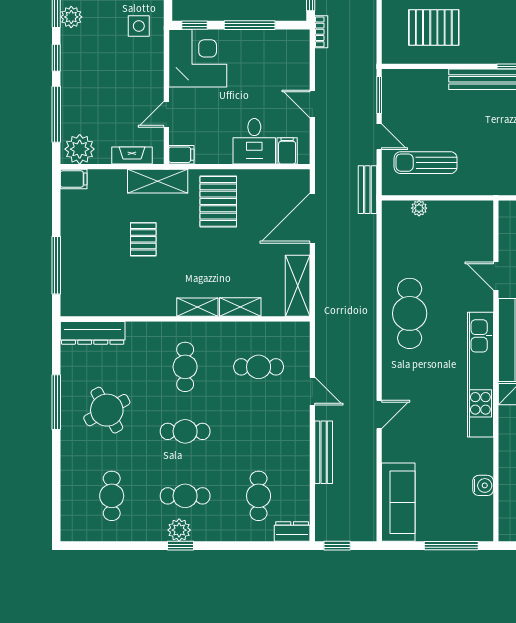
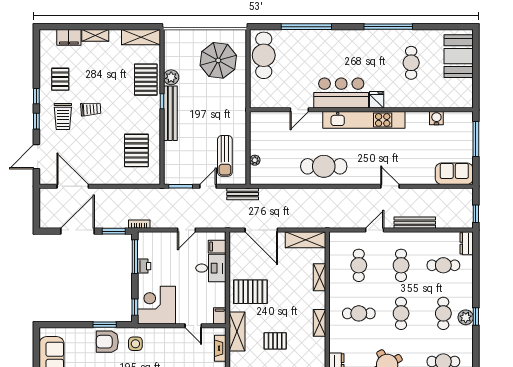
window: (250, 25) -> (135, 257), moved
printer: (257, 39) -> (144, 266), added
shelving: (197, 307) -> (320, 323), moved
cafe table: (259, 431) -> (401, 265), added
sofa: (398, 502) -> (454, 174), width x0.73

